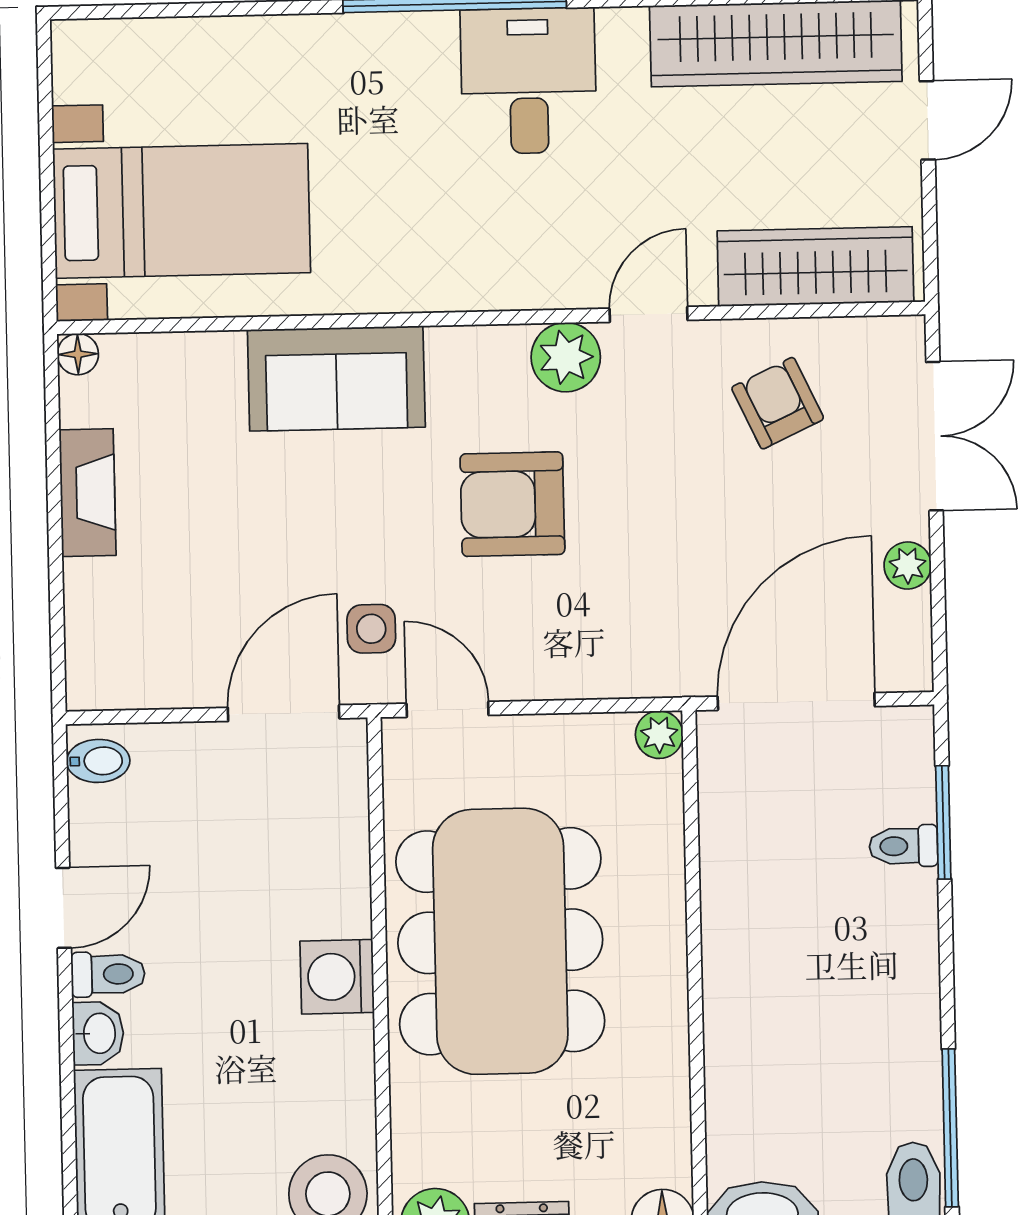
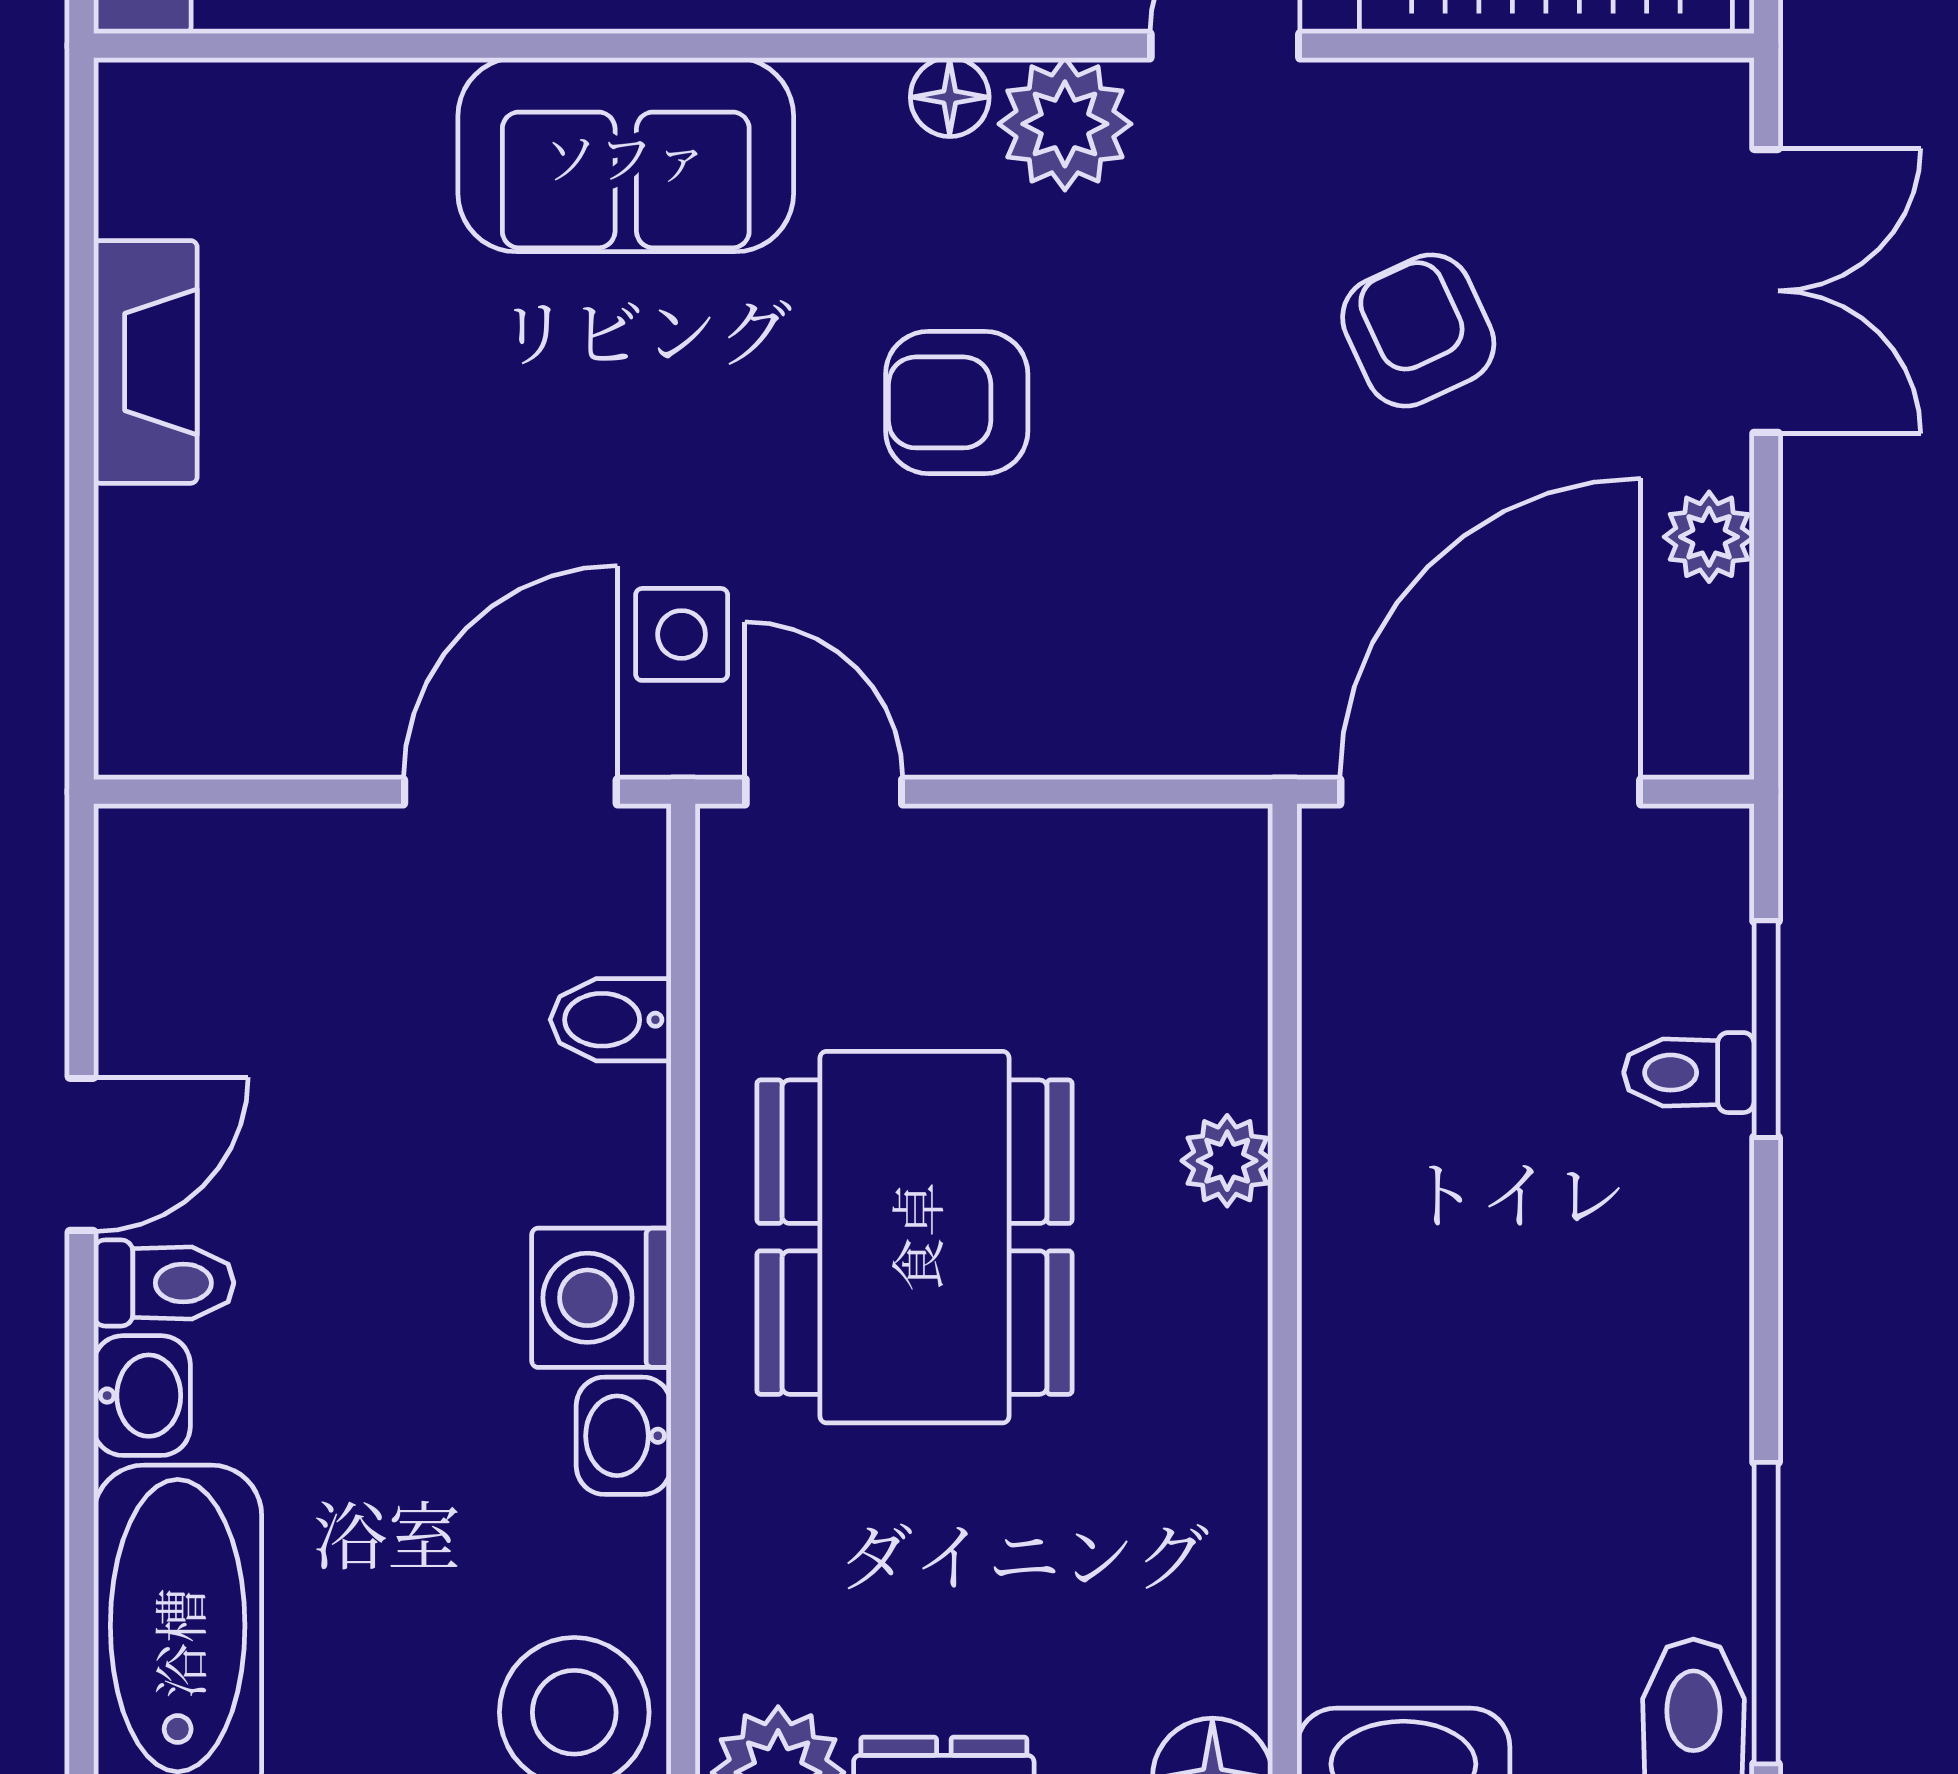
floor lamp: (78, 354) -> (950, 97), moved
armchair: (778, 403) -> (1418, 330), moved
armchair: (512, 504) -> (957, 402), width x0.72, depth x0.72
plant: (659, 735) -> (1227, 1161), moved
bidet: (98, 761) -> (611, 1020), moved, turned 180
dining table: (500, 941) -> (915, 1237), width x0.73, depth x0.80
washbasin: (350, 1049) -> (624, 1436), added

